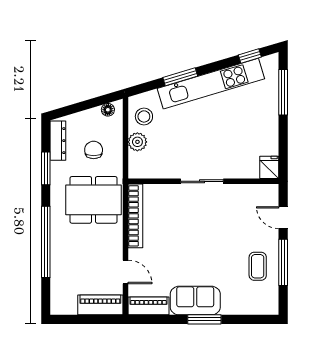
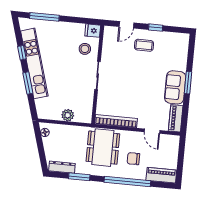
window: (250, 56) -> (22, 53), moved
stool: (144, 116) -> (85, 49), moved
chair: (94, 150) -> (133, 159), moved
window: (283, 262) -> (156, 28), width x0.46
coffee table: (258, 266) -> (144, 45), moved
door: (125, 272) -> (152, 131), swing flipped
piano: (100, 305) -> (161, 175), moved, turned 90

